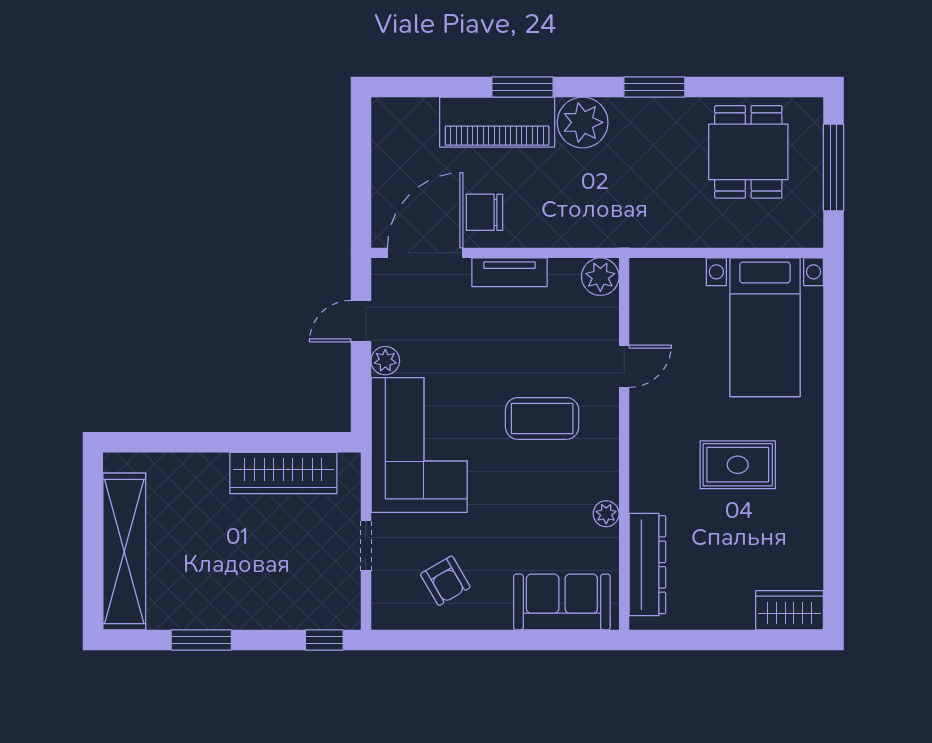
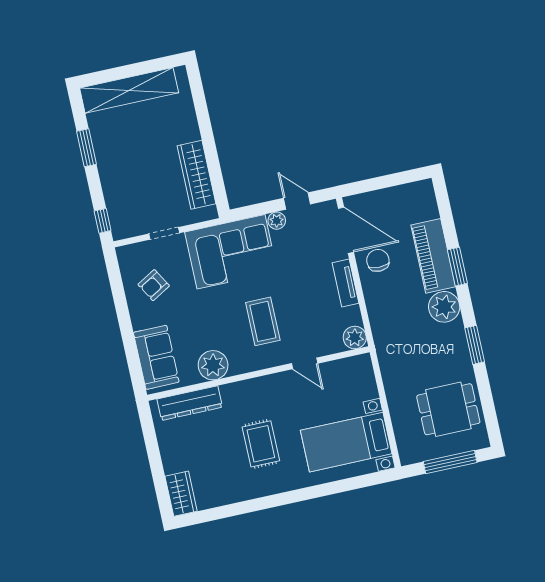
plant: (606, 514) -> (213, 365), width x1.88, depth x1.88

